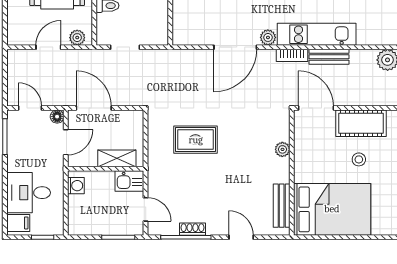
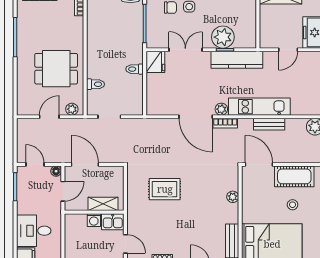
door: (235, 47) -> (196, 117), hinge flipped
bookcase: (292, 55) -> (225, 123), moved
washing machine: (76, 186) -> (94, 220), moved, turned 90

